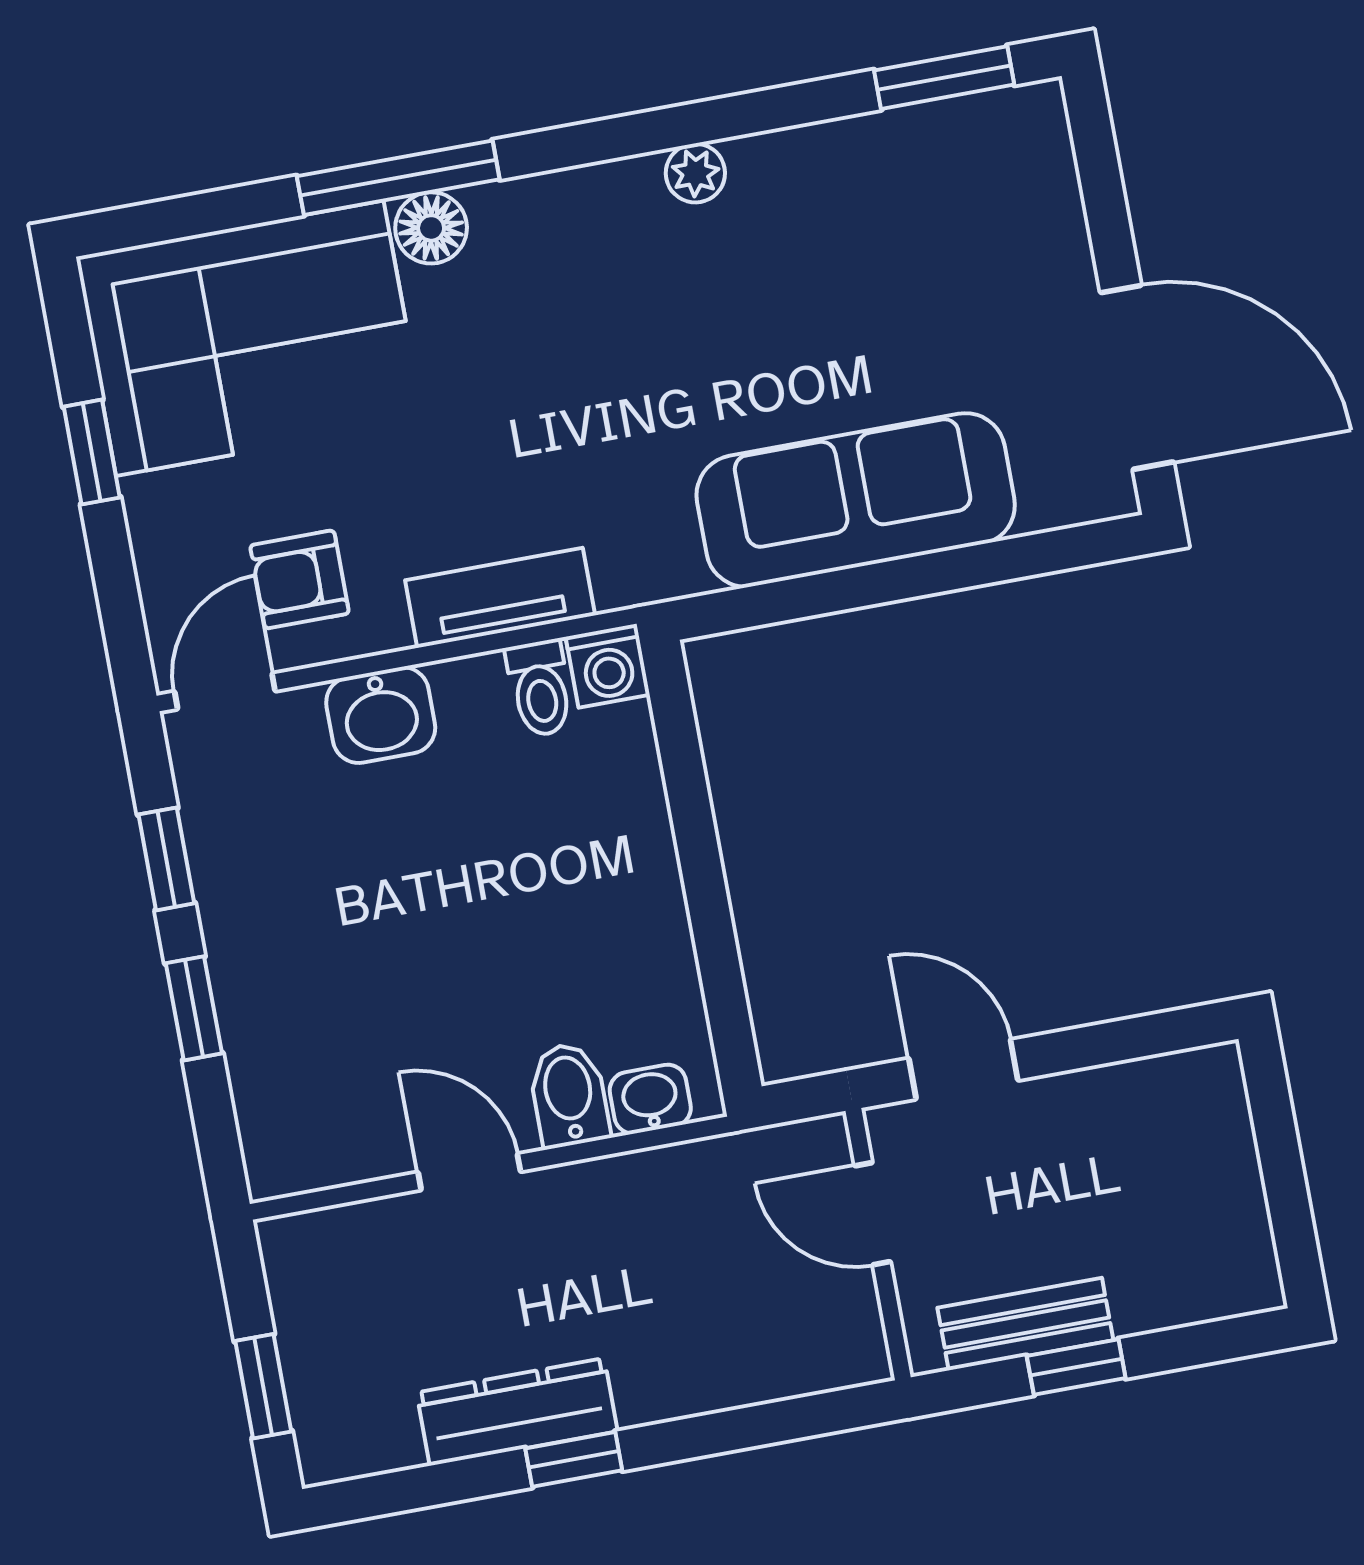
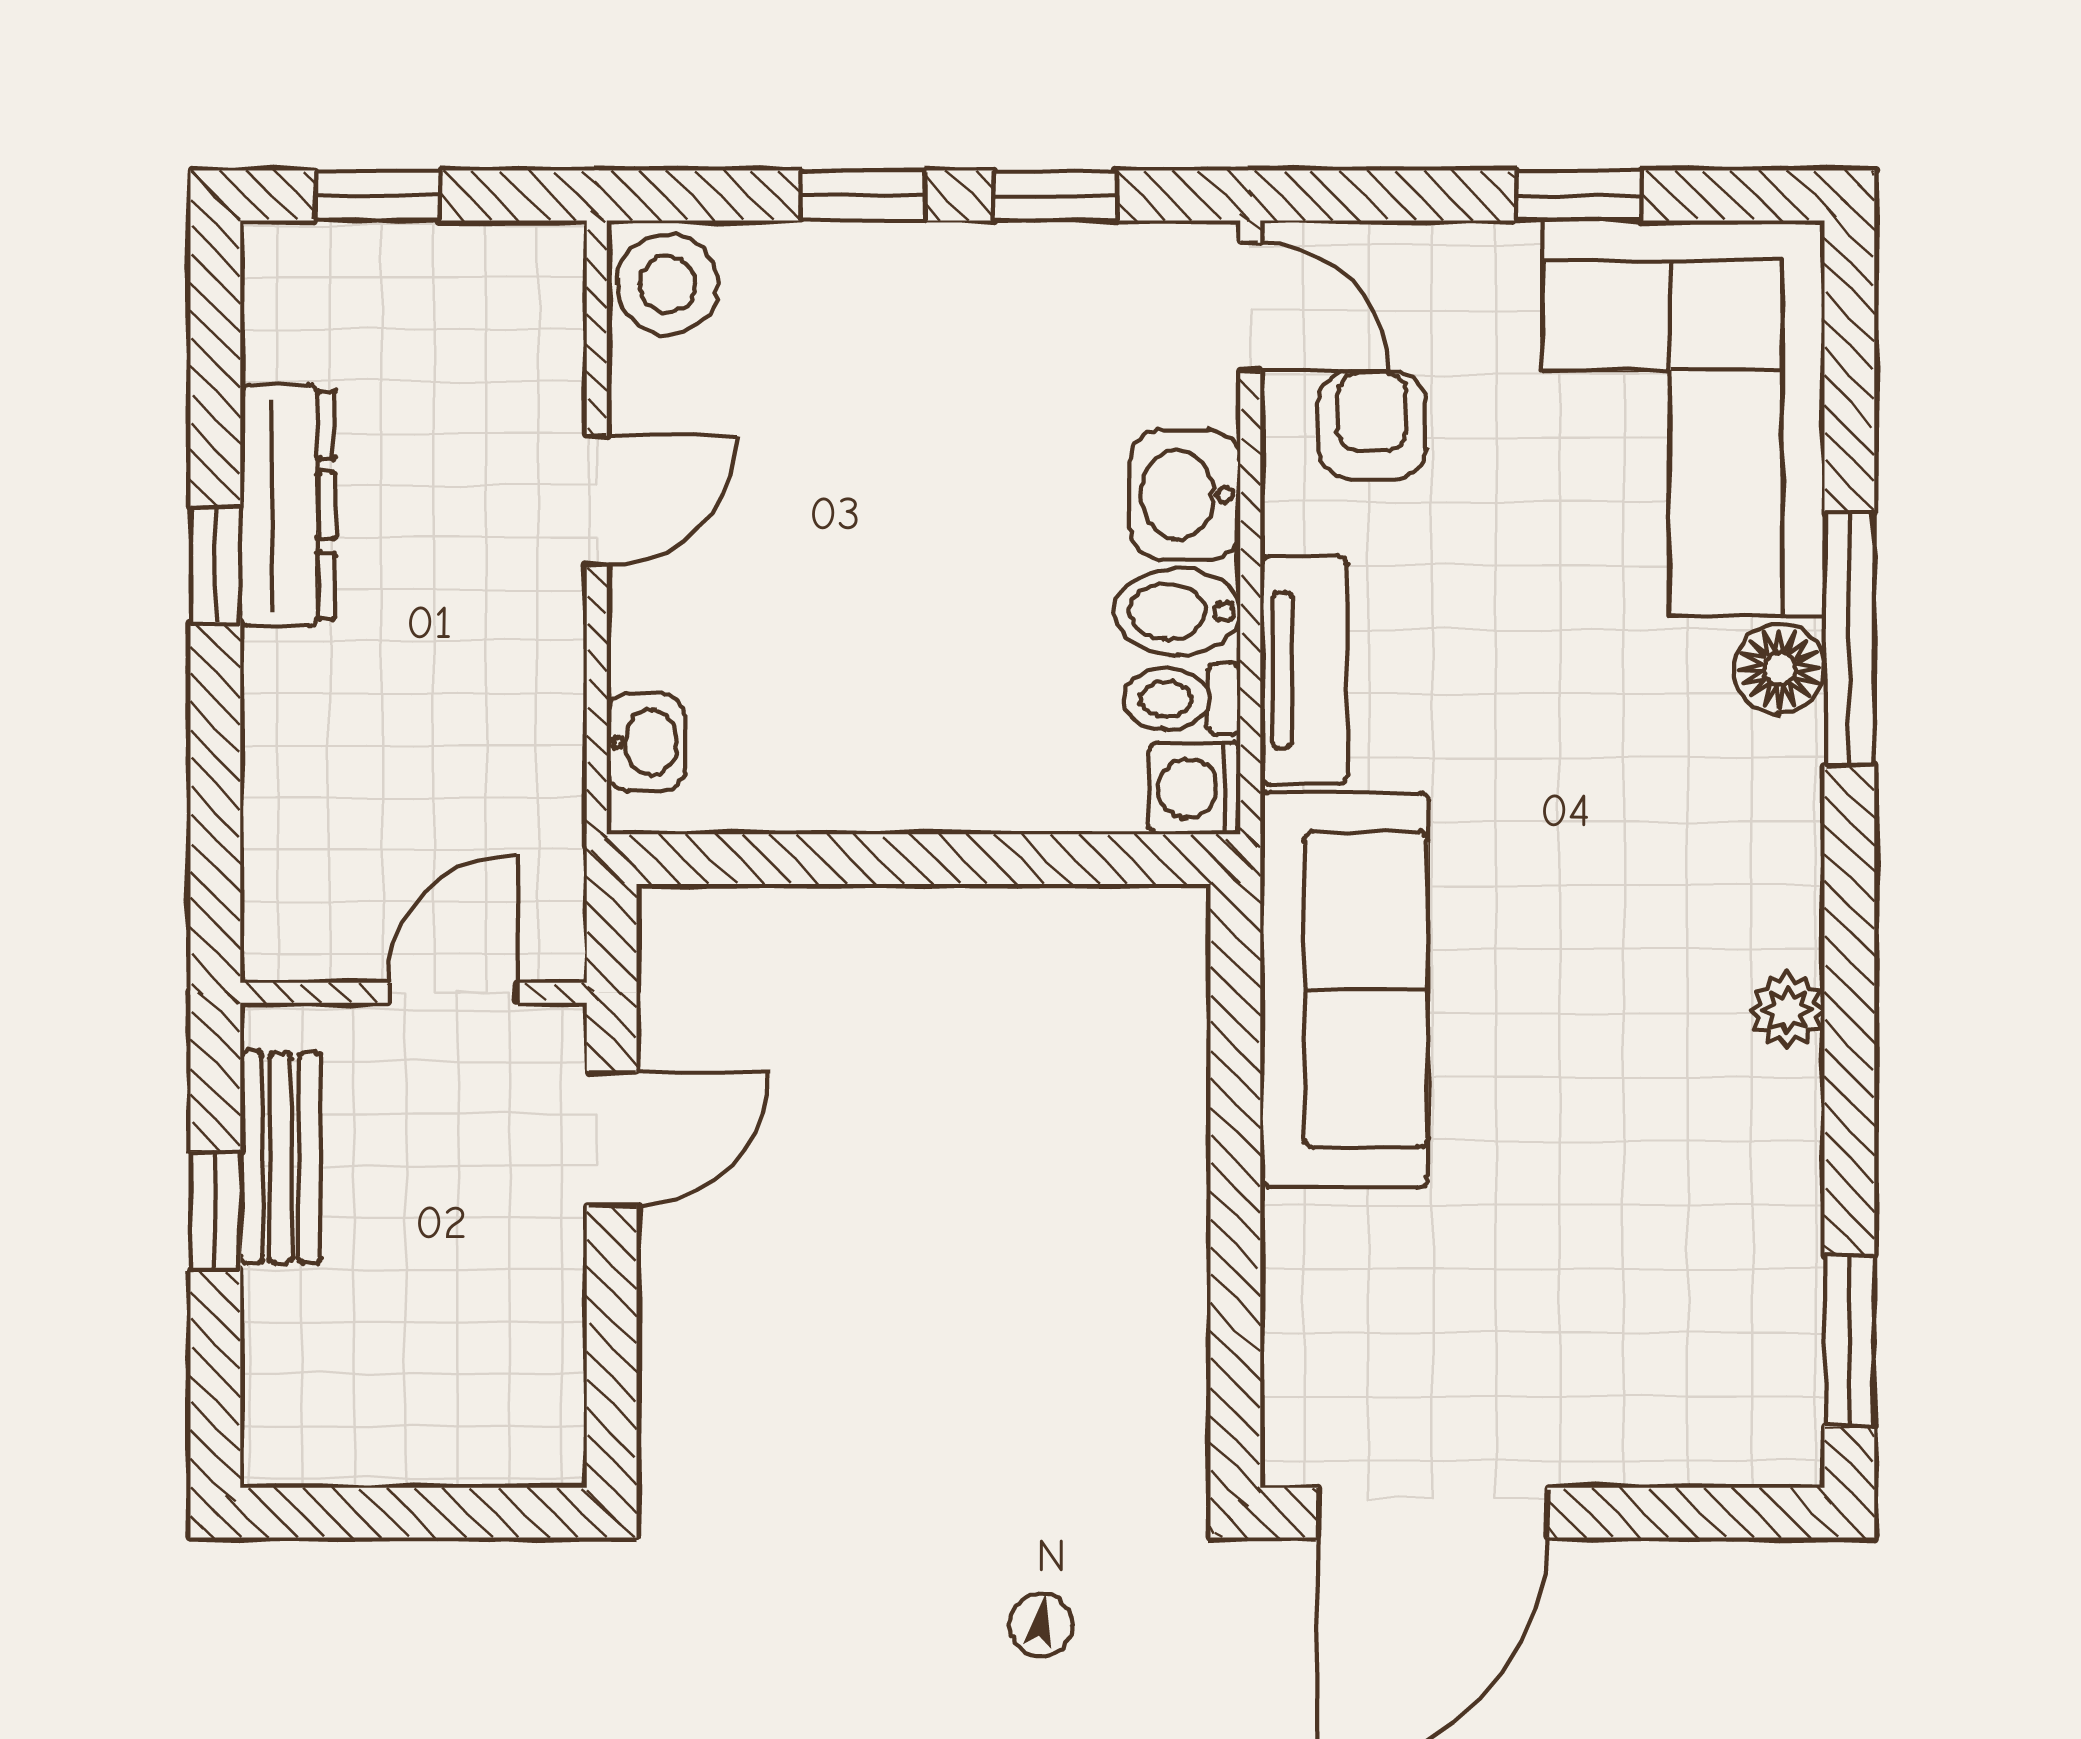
sofa: (856, 500) -> (1344, 990), moved
bidet: (569, 1095) -> (1177, 612), moved, turned 180
stool: (291, 1148) -> (667, 284), added

